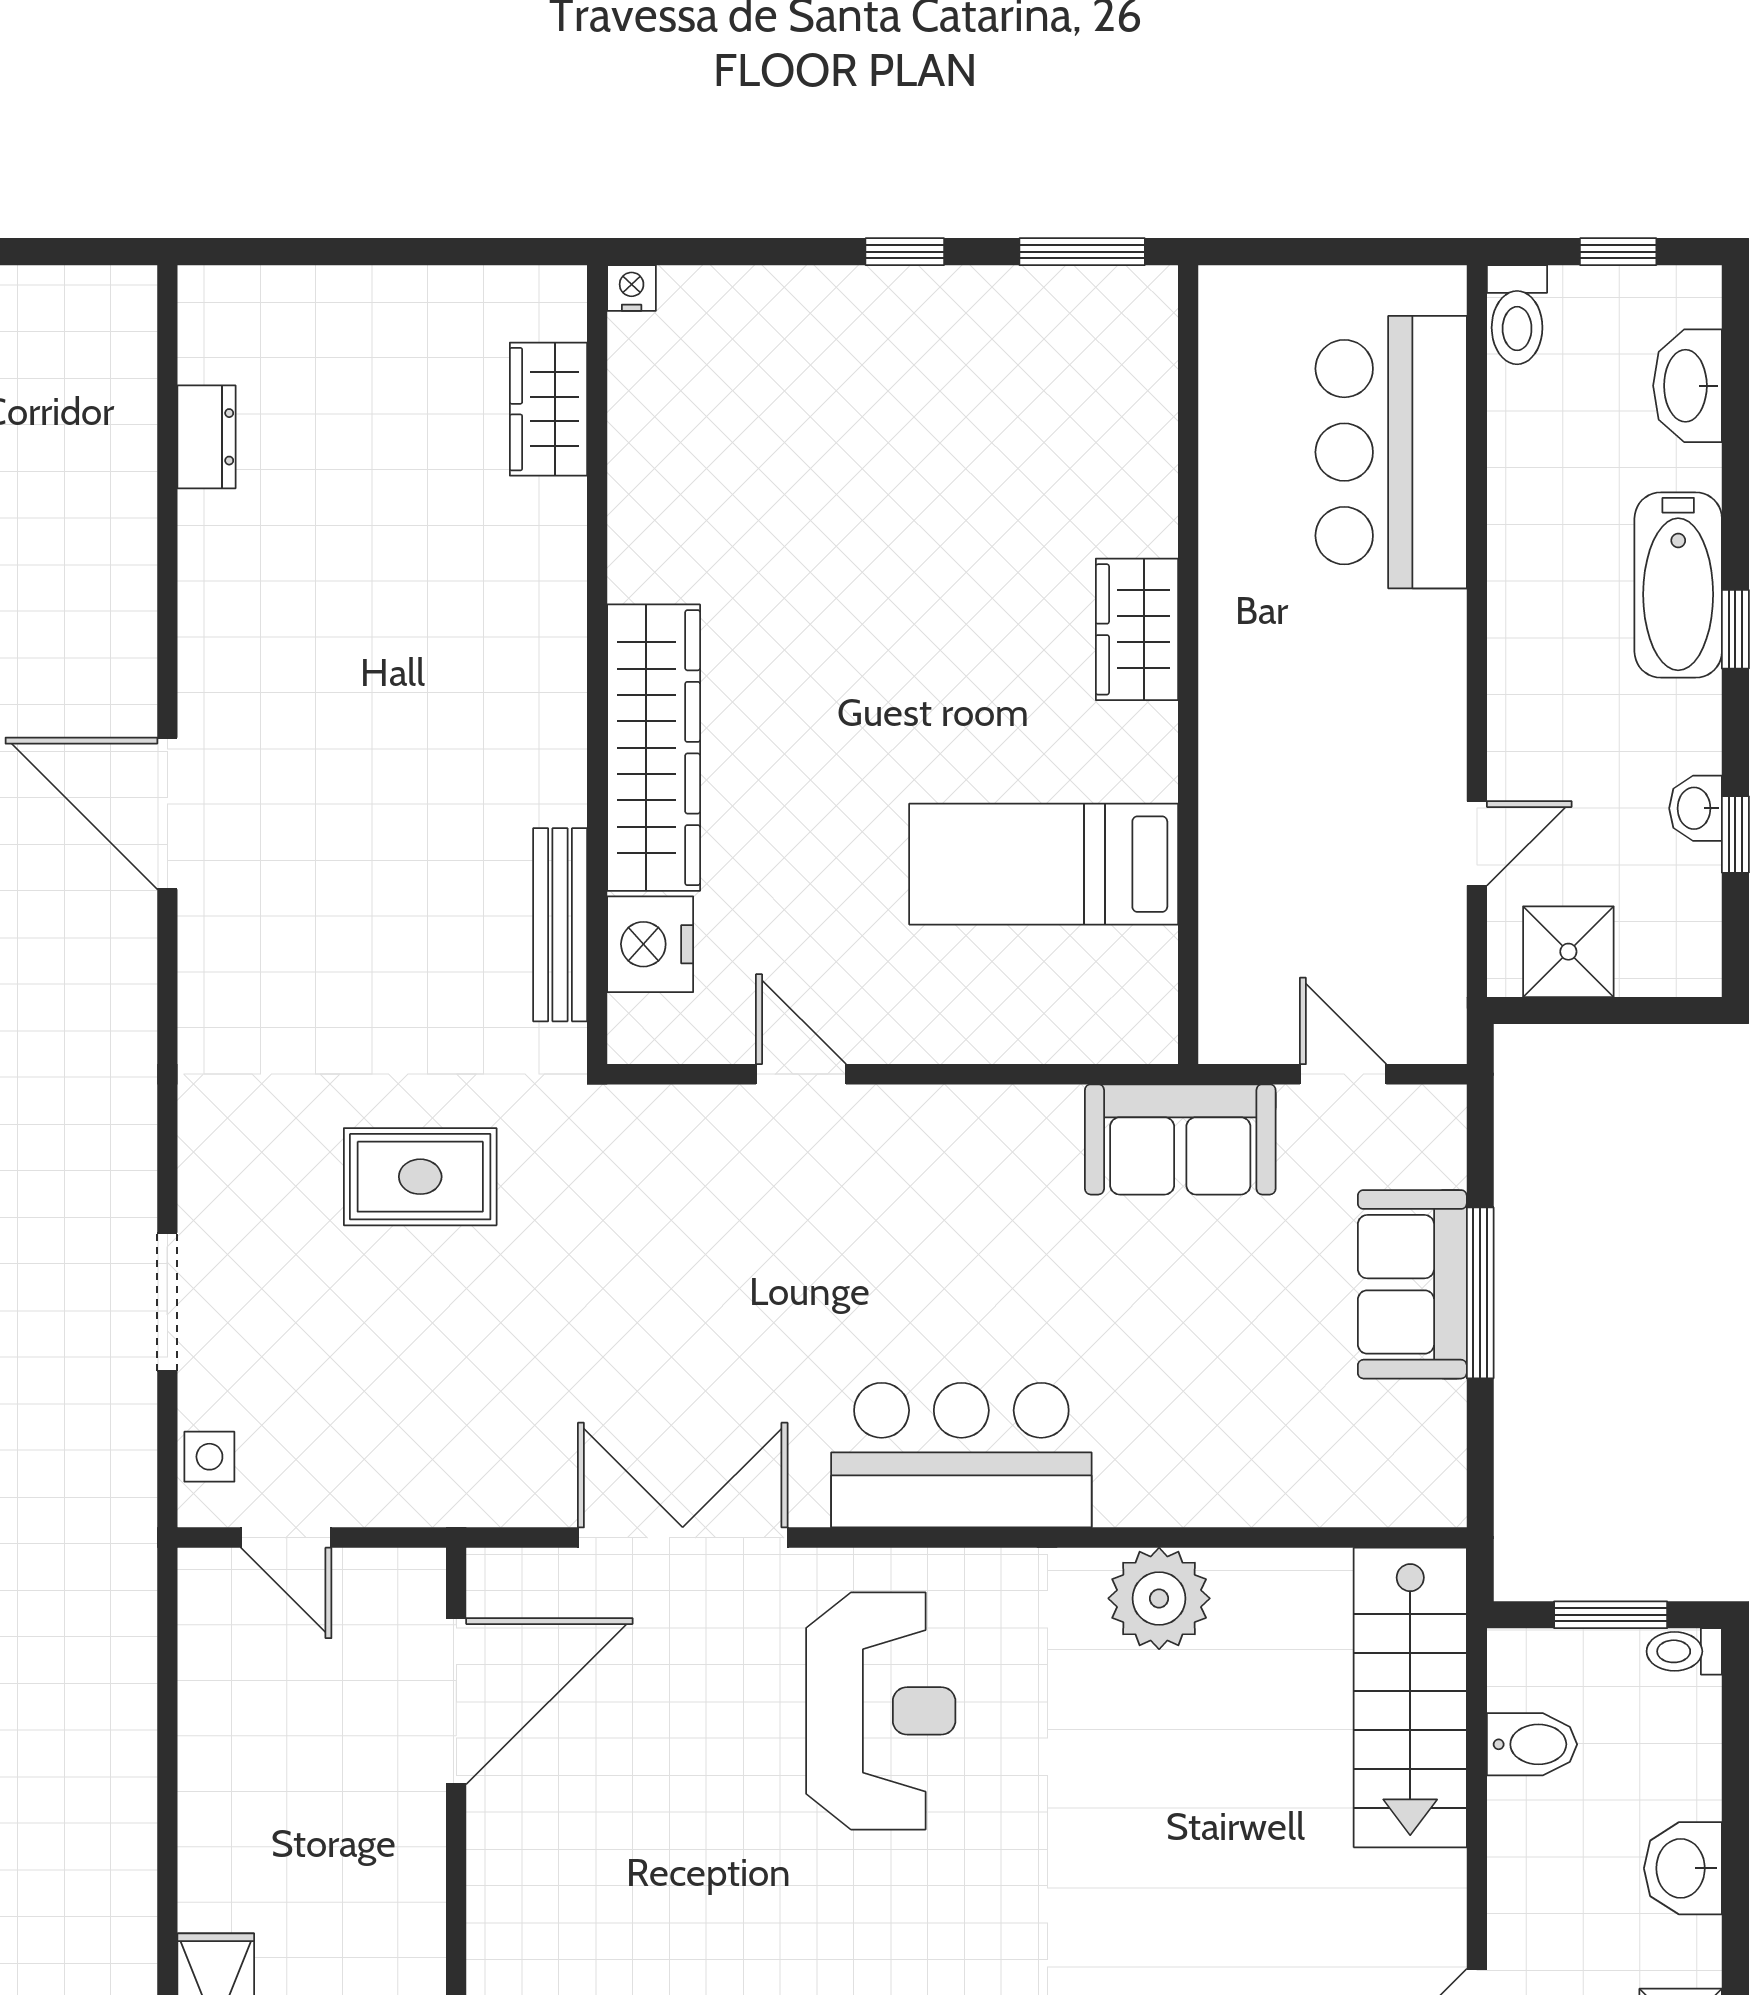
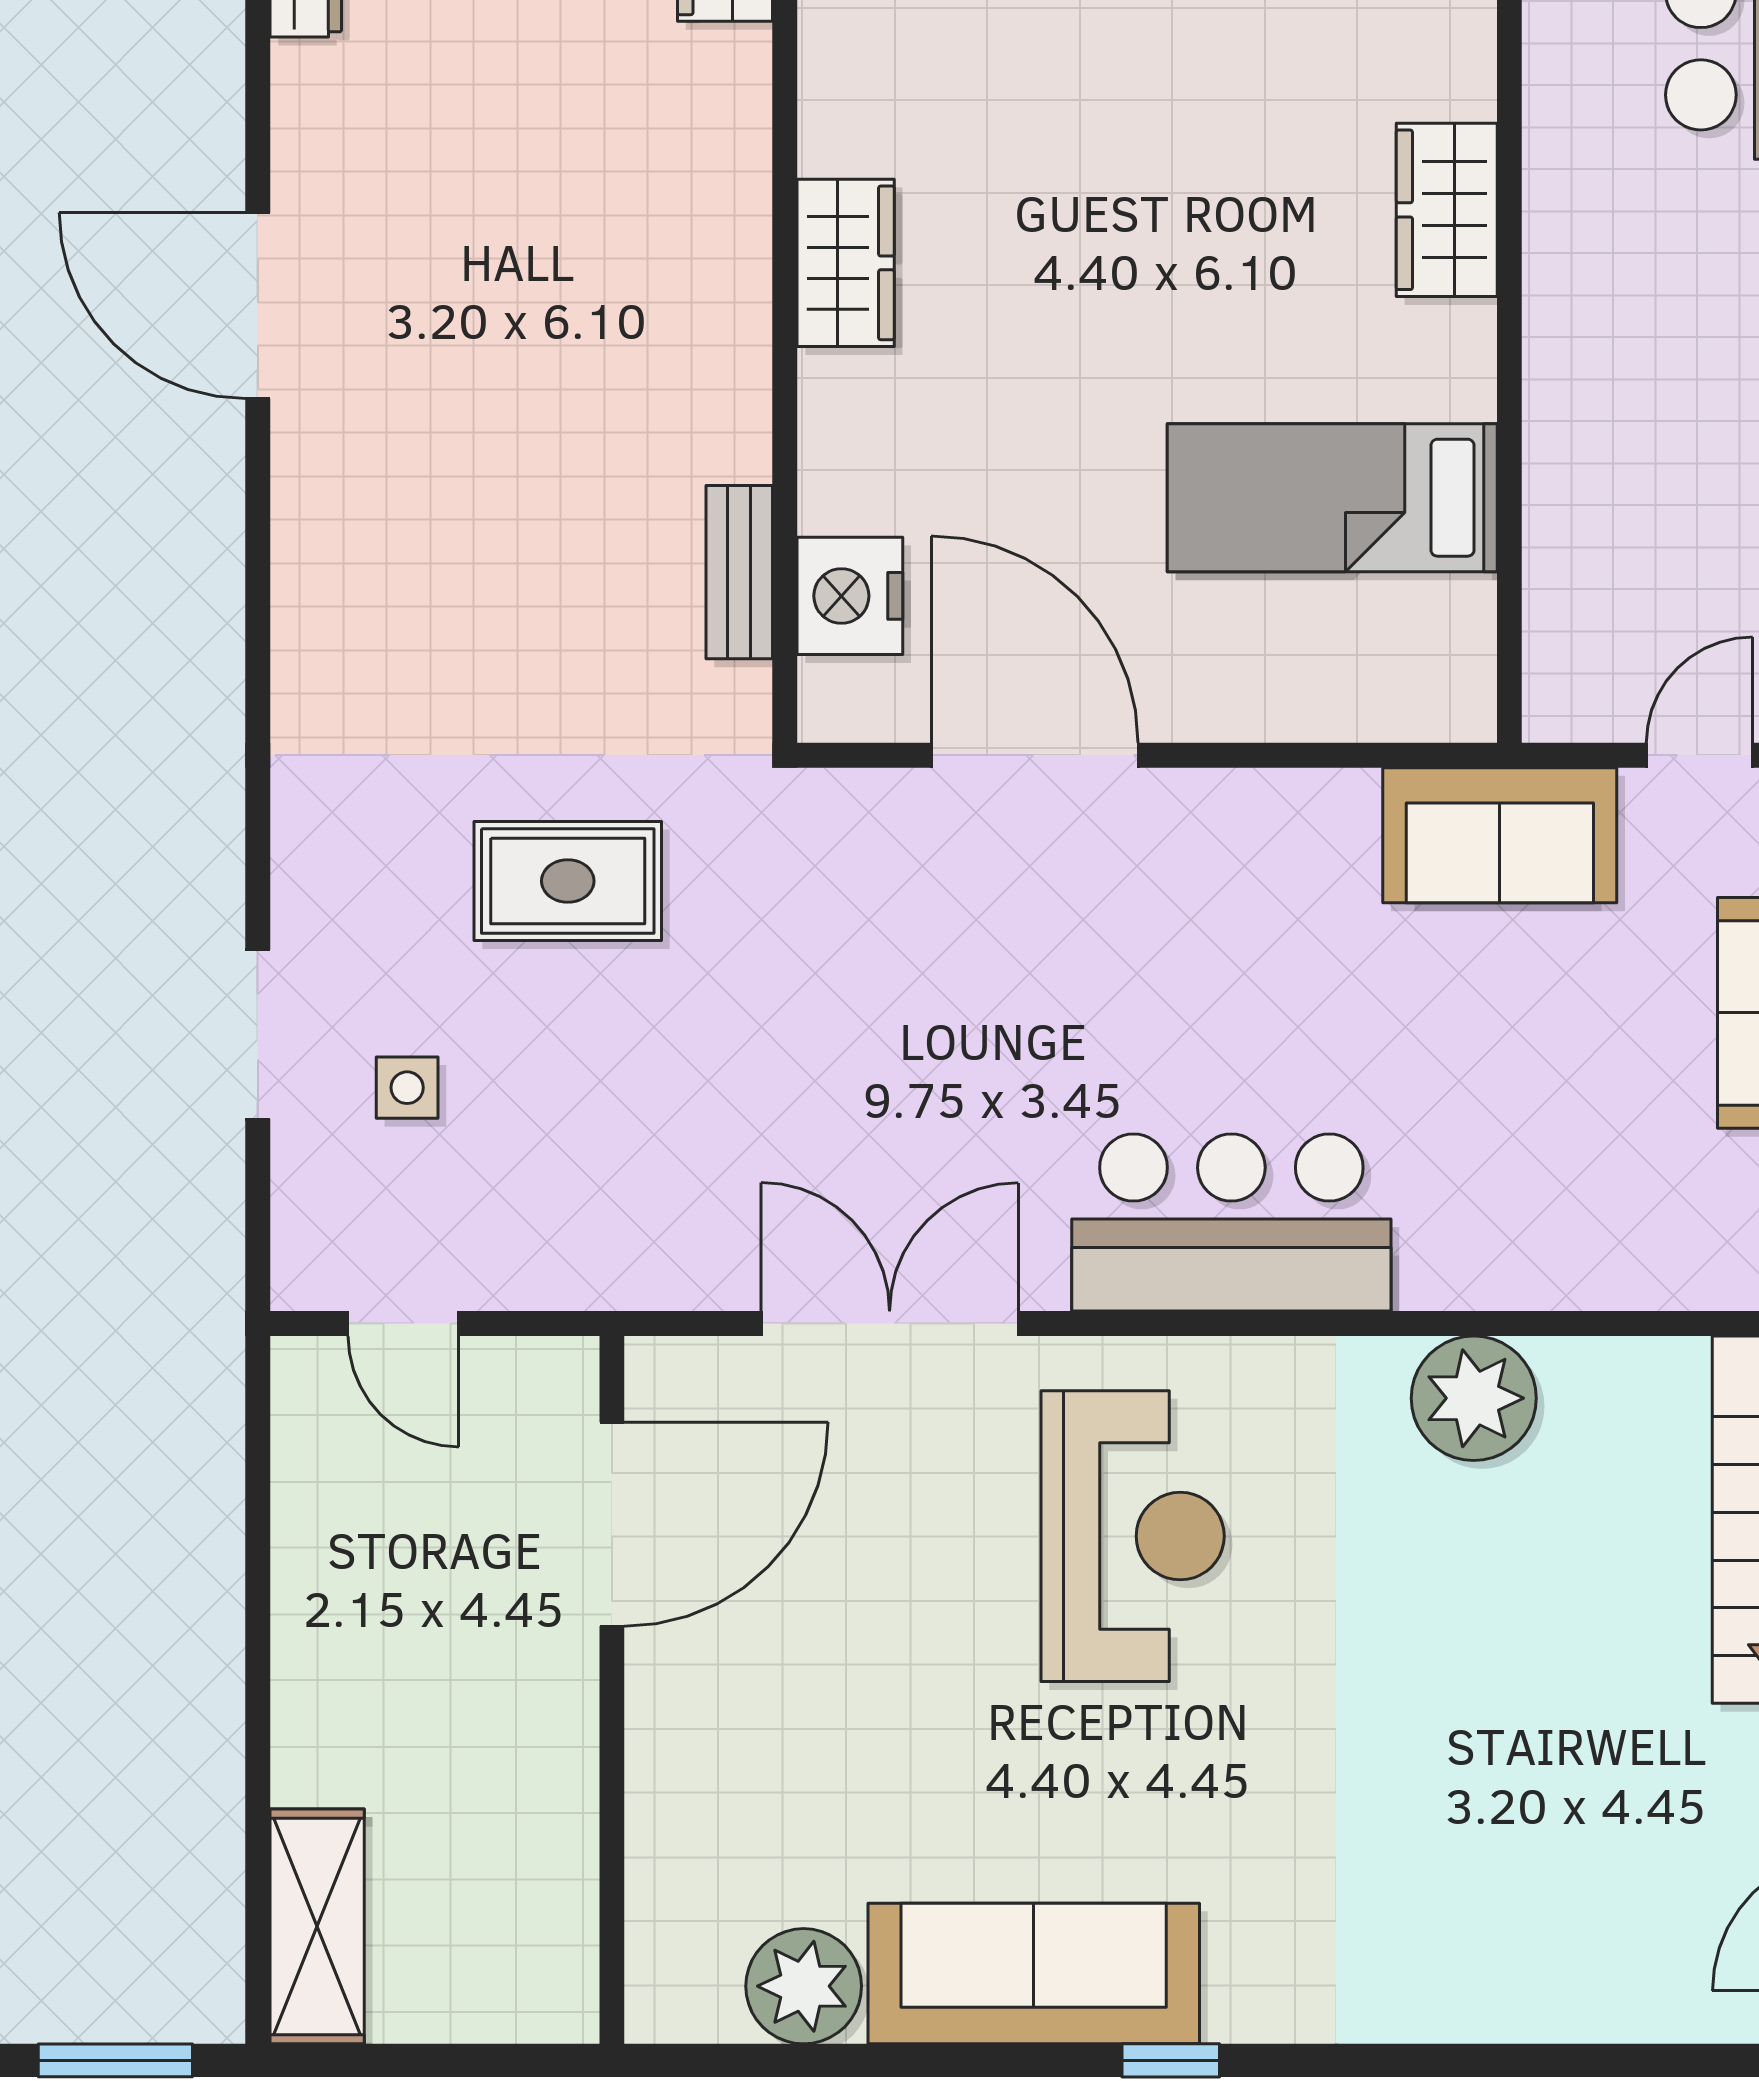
wardrobe: (654, 748) -> (846, 263), width x0.48, depth x0.85
door: (167, 813) -> (258, 306), moved
bench: (560, 925) -> (739, 572), width x0.73
door: (801, 1074) -> (1035, 755), width x1.87
door: (1343, 1074) -> (1699, 755), hinge flipped
side table: (209, 1457) -> (407, 1088), moved

